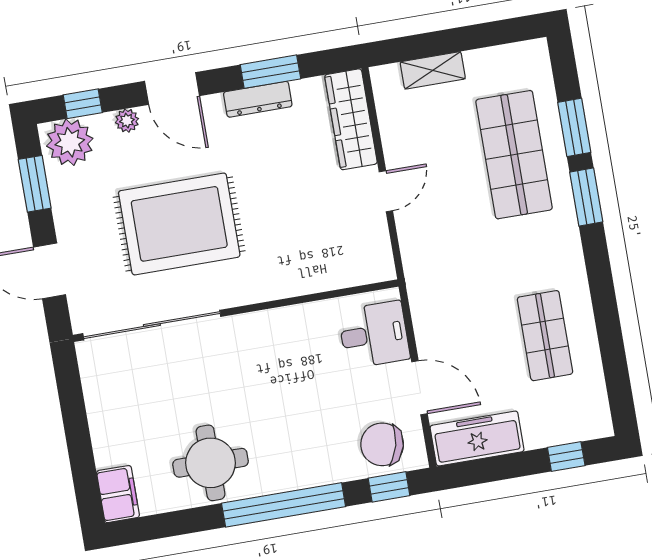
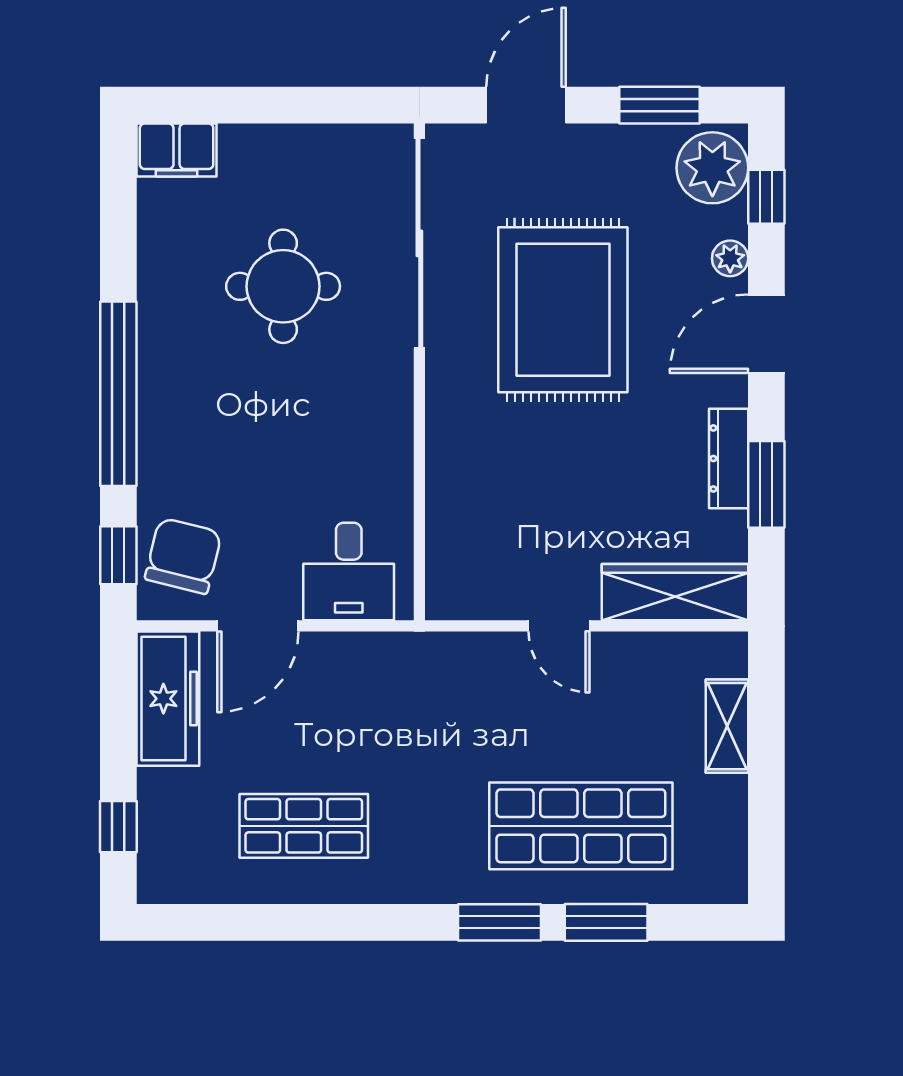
round table: (211, 463) -> (283, 286), moved

